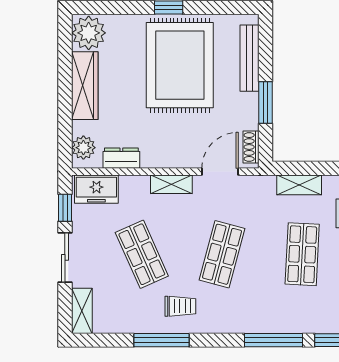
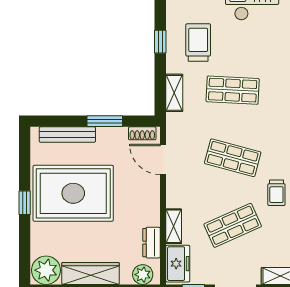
shelving: (171, 184) -> (174, 226), moved
trolley: (180, 306) -> (276, 193), turned 180

